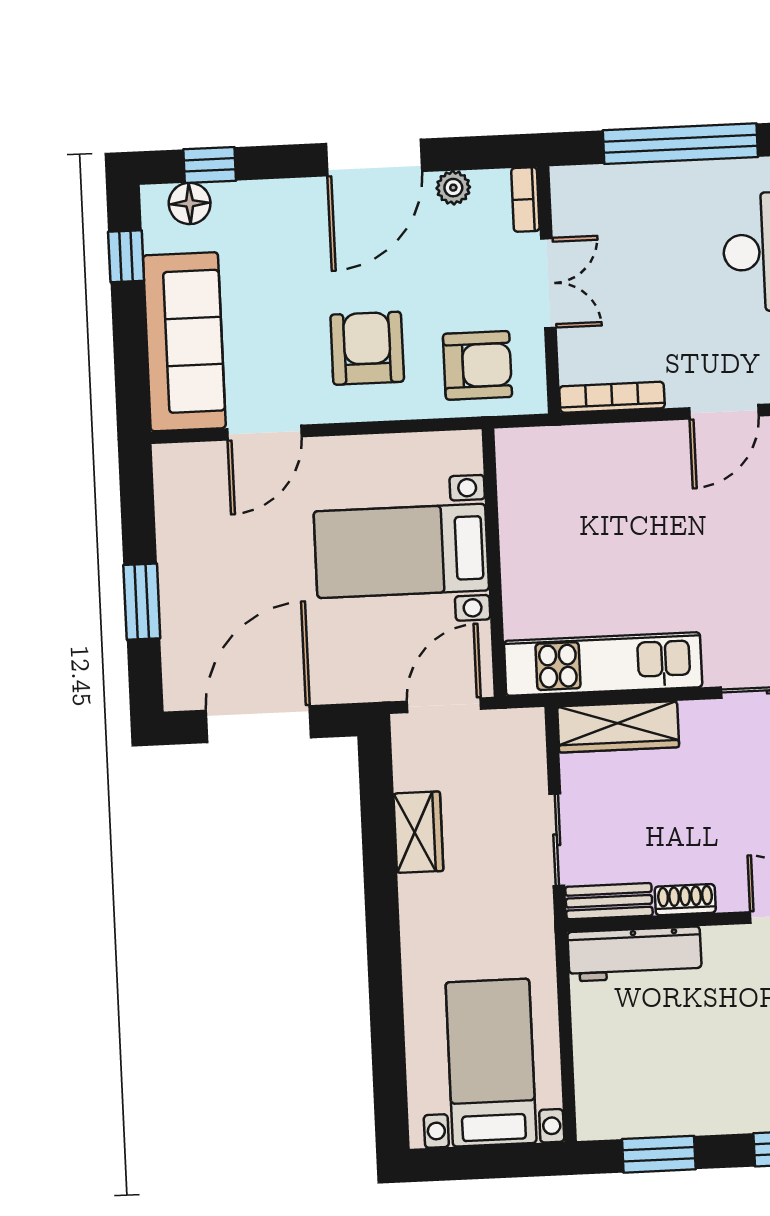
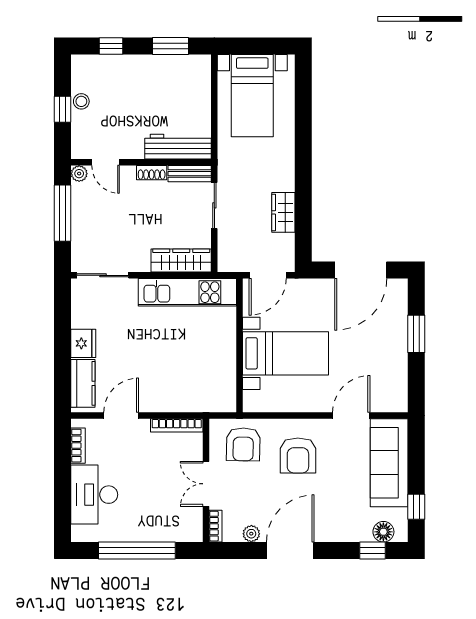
armchair: (477, 365) -> (243, 444), turned -89

